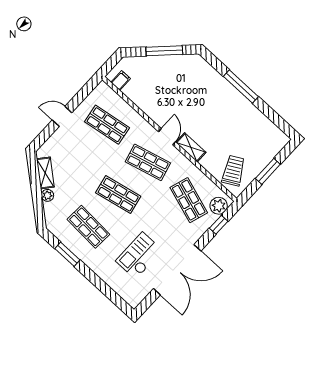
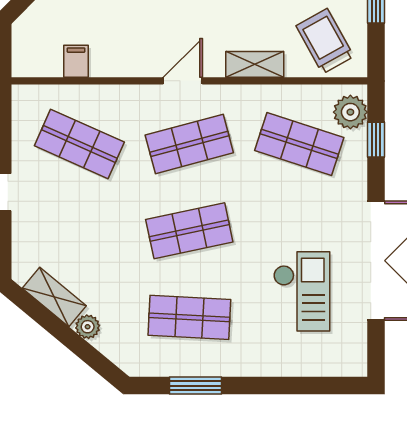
filing cabinet: (121, 81) -> (76, 61), moved
shop shelf: (107, 125) -> (79, 144), turned 33
door: (167, 137) -> (183, 81), hinge flipped
shelving: (191, 147) -> (255, 64), moved
checkout: (139, 256) -> (302, 291), turned 180

